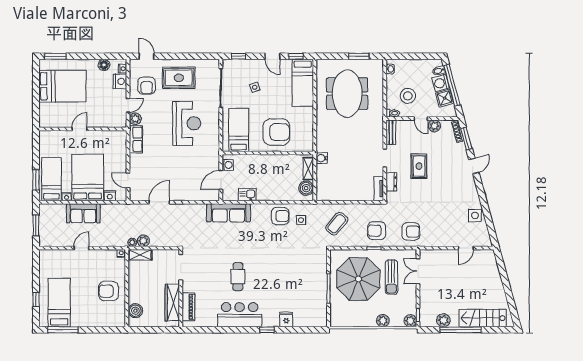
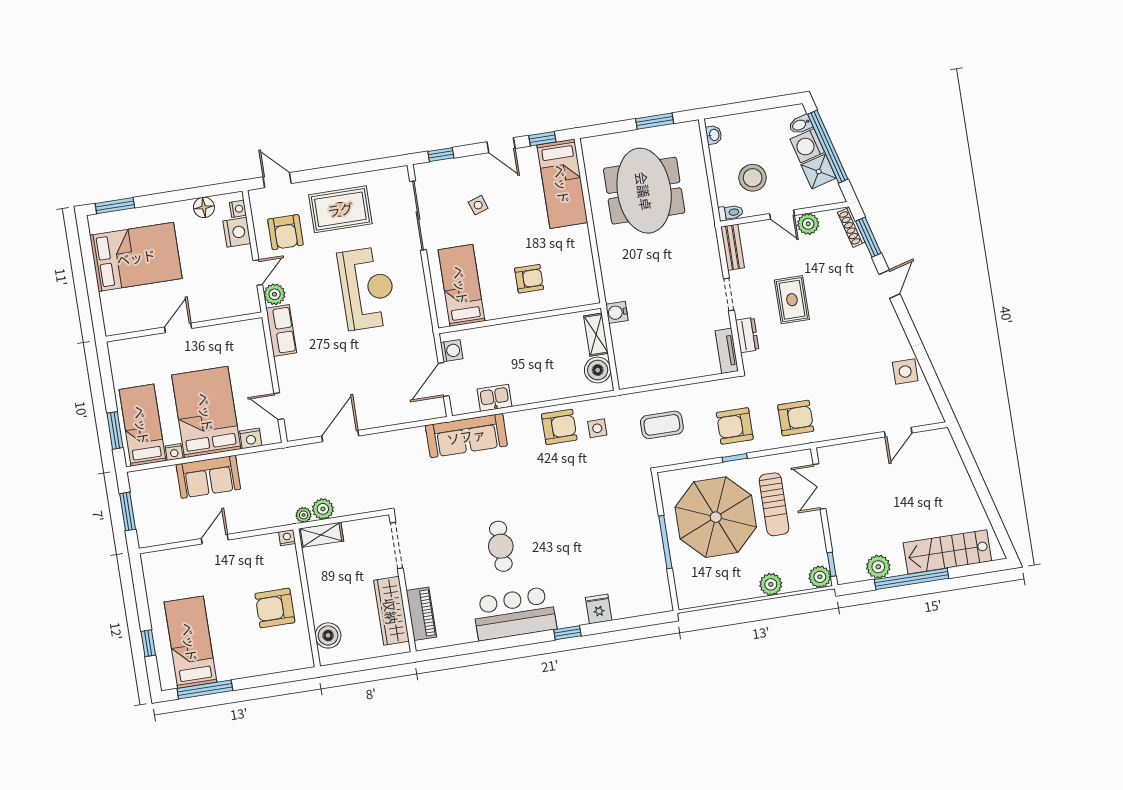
armchair: (276, 132) -> (529, 279), width x0.53, depth x0.53
coffee table: (337, 224) -> (662, 425), turned 49

